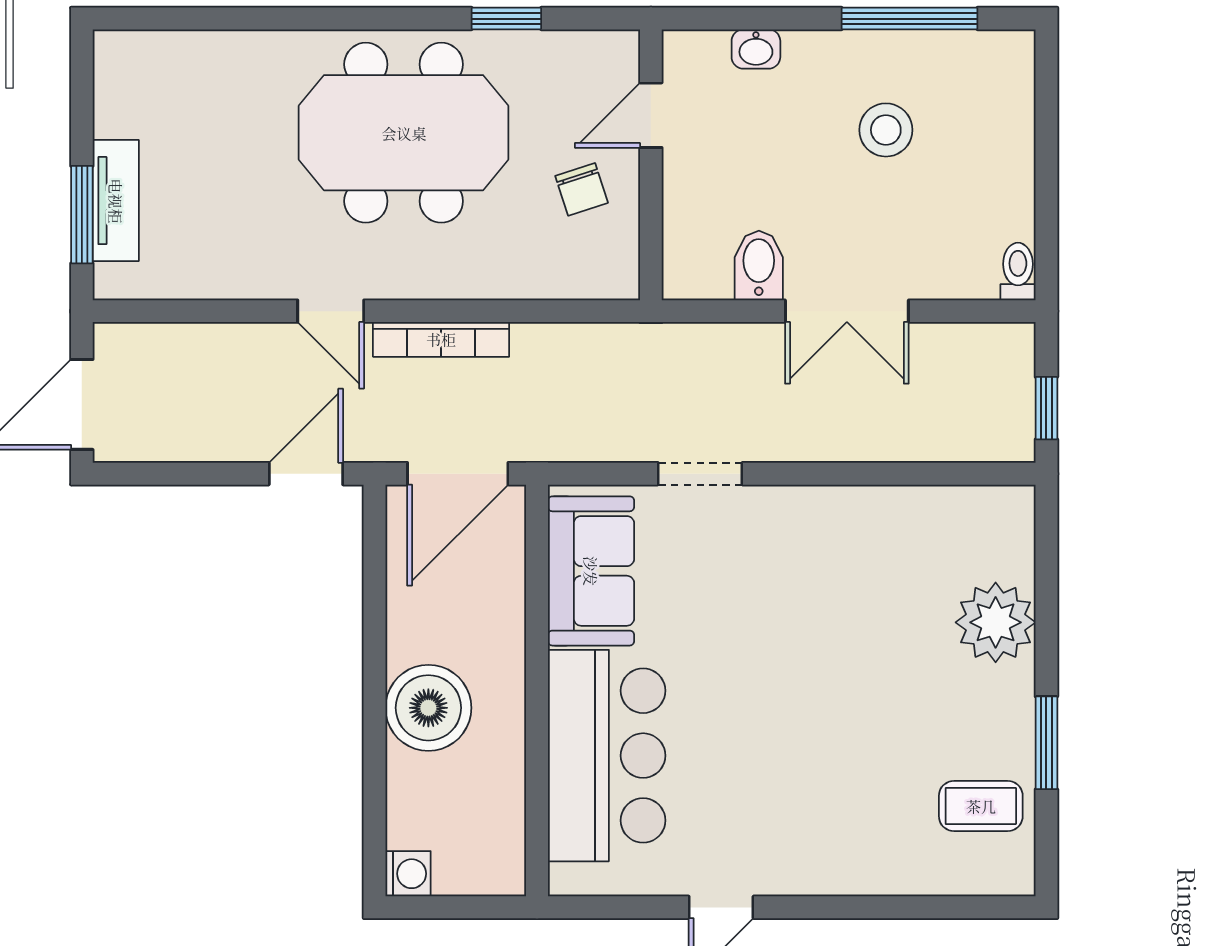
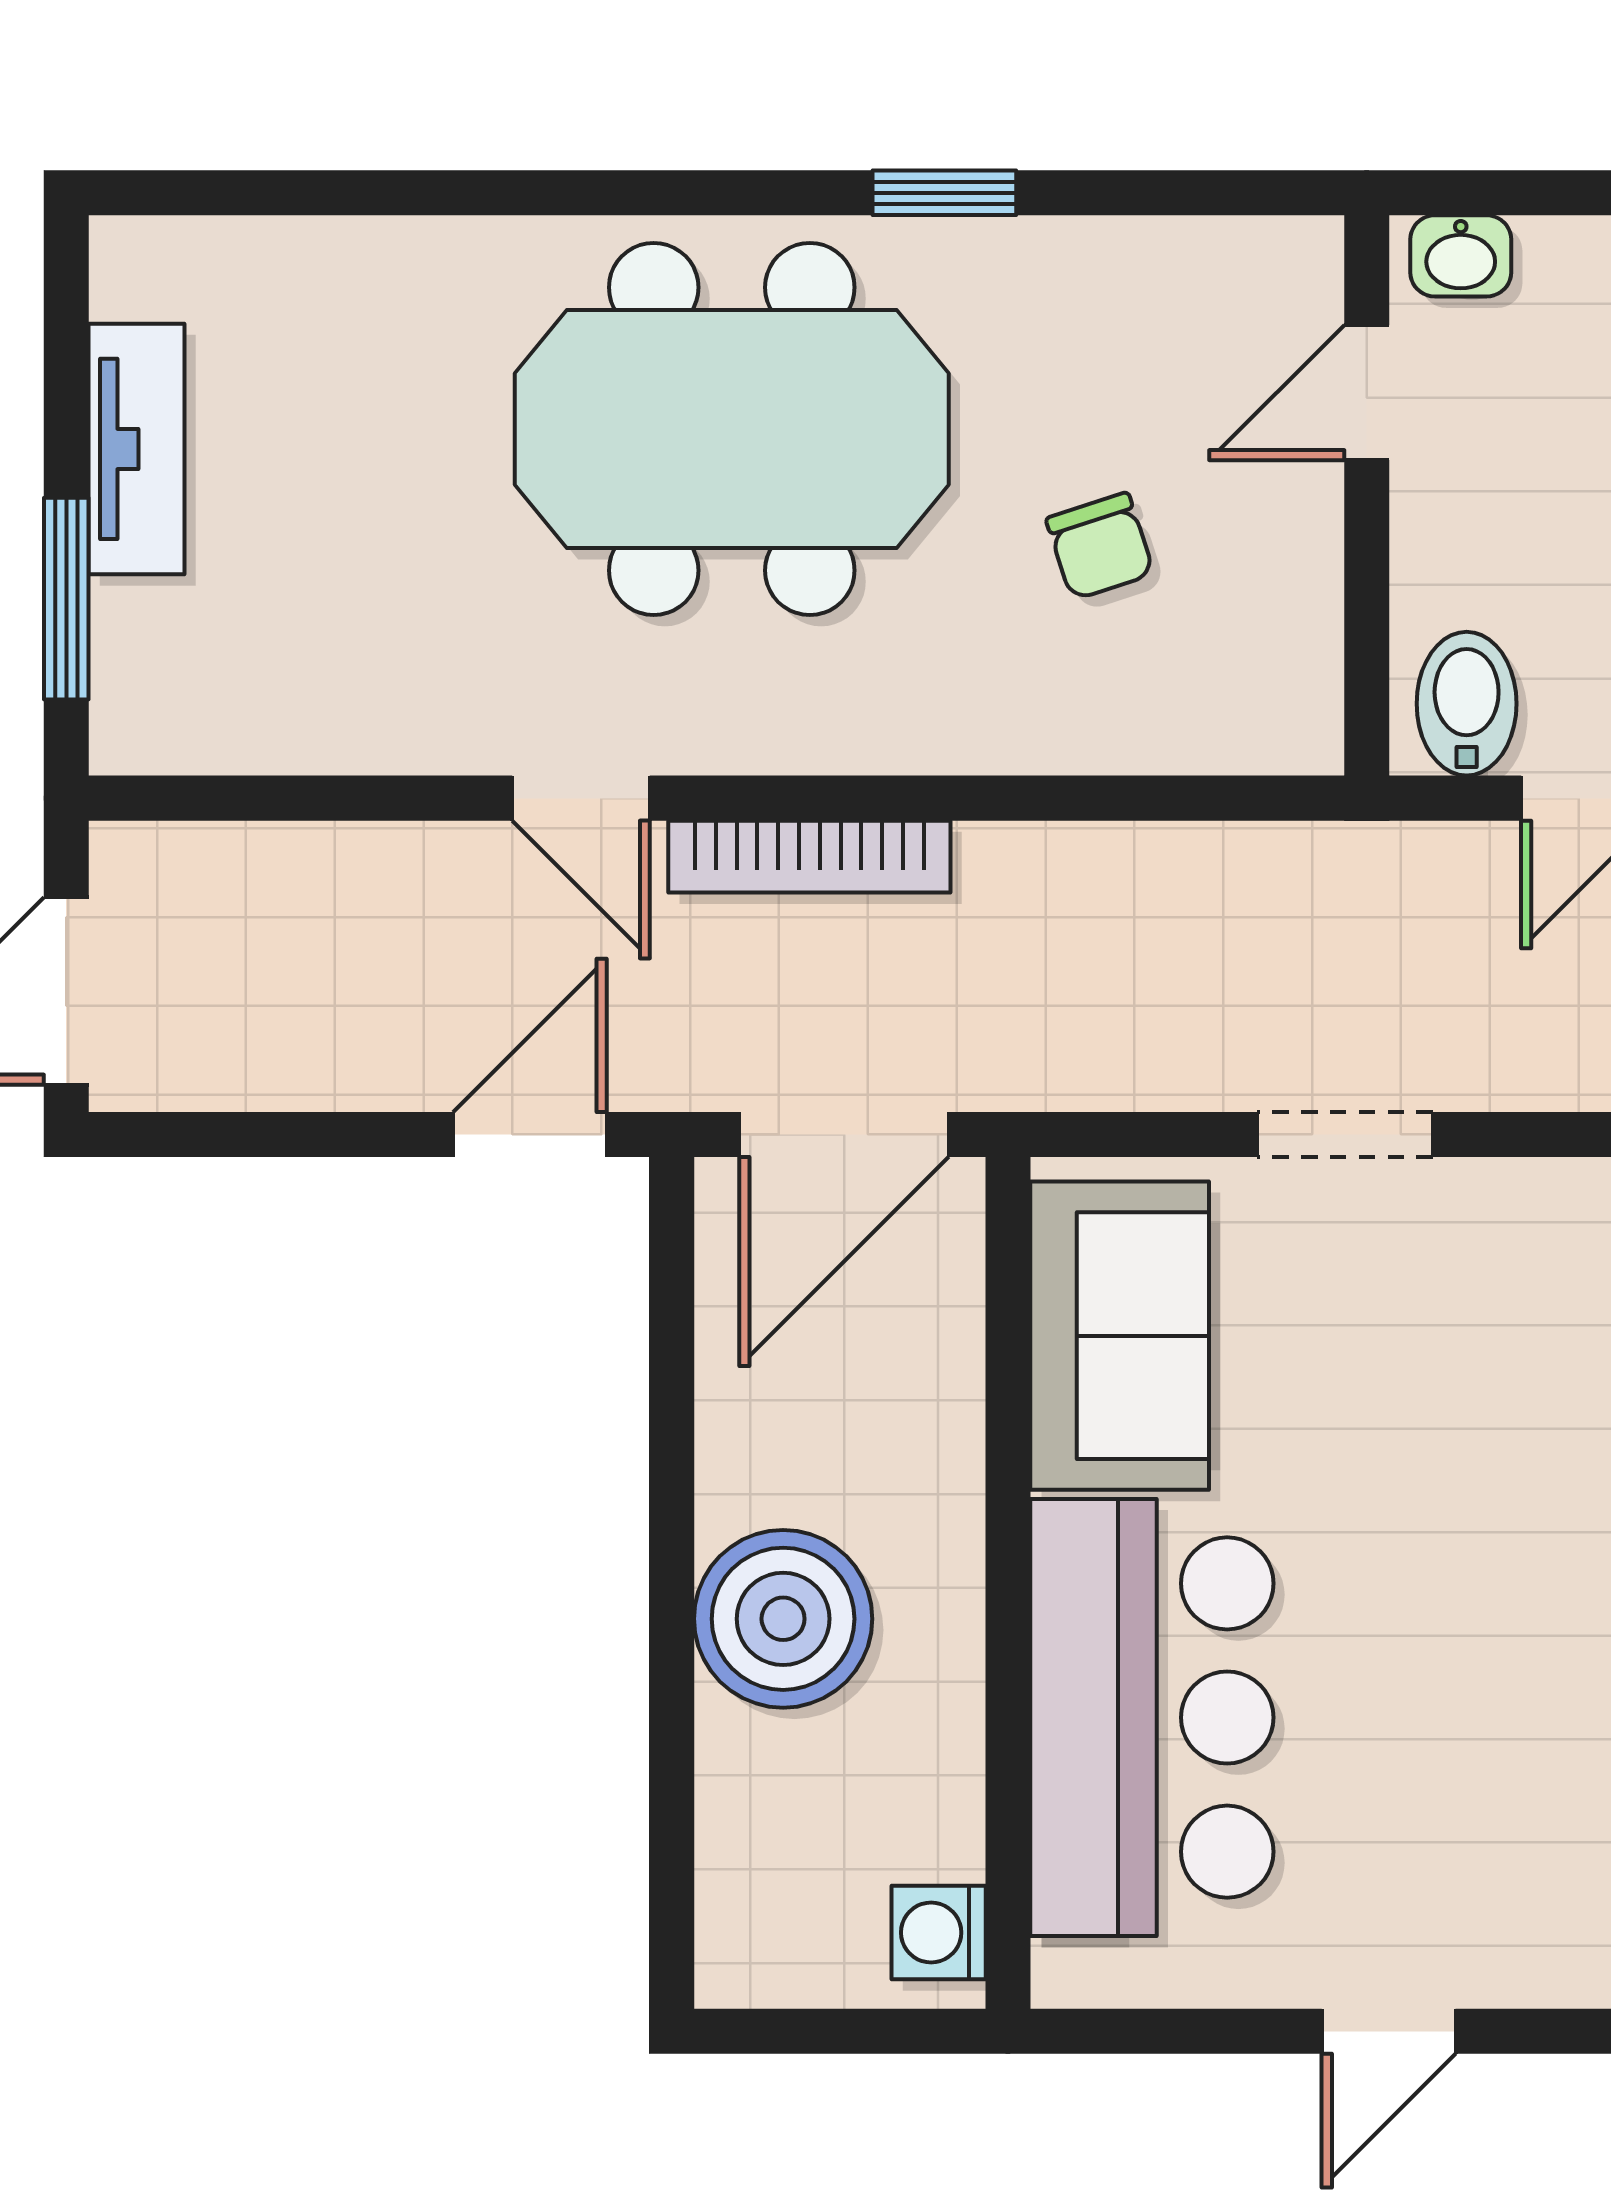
door: (651, 115) -> (1367, 393), moved
wall: (651, 165) -> (1367, 495), moved
tv unit: (116, 201) -> (137, 449), moved
washing machine: (408, 874) -> (939, 1933), moved, turned 180

